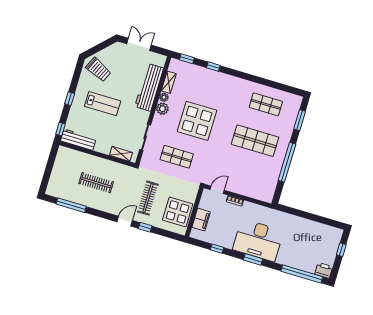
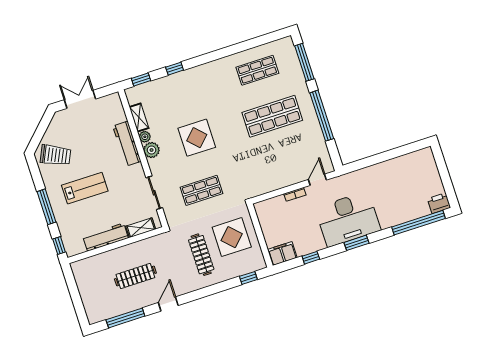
workbench: (149, 87) -> (127, 144), width x0.73, depth x0.76
window: (70, 99) -> (46, 207), width x2.17
window: (300, 120) -> (304, 62), width x1.44
display table: (197, 121) -> (197, 138), width x0.73, depth x0.73
workbench: (78, 140) -> (106, 237), moved
door: (217, 190) -> (317, 180), moved
display table: (178, 212) -> (232, 237), moved
filing cabinet: (201, 220) -> (282, 254), moved, turned -90
door: (125, 221) -> (168, 304), moved
window: (145, 227) -> (248, 278), moved
window: (341, 250) -> (442, 169), removed

